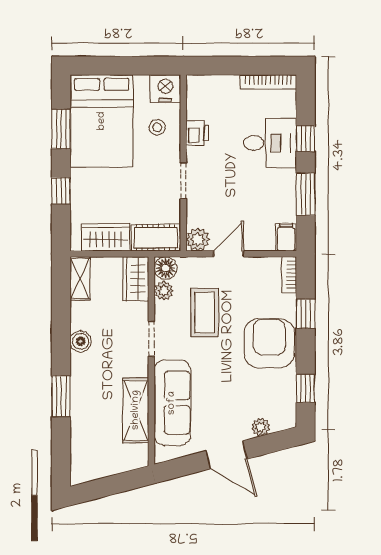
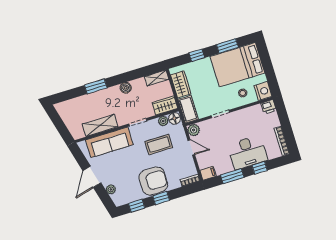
printer: (197, 133) -> (269, 107), moved
desk: (270, 143) -> (248, 152), width x1.37
window: (306, 314) -> (161, 198), moved

